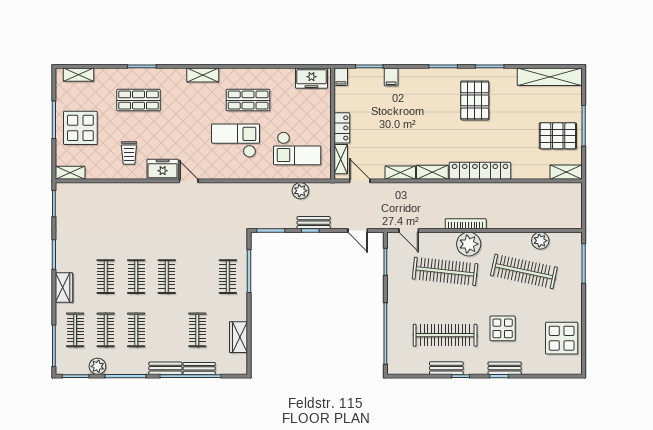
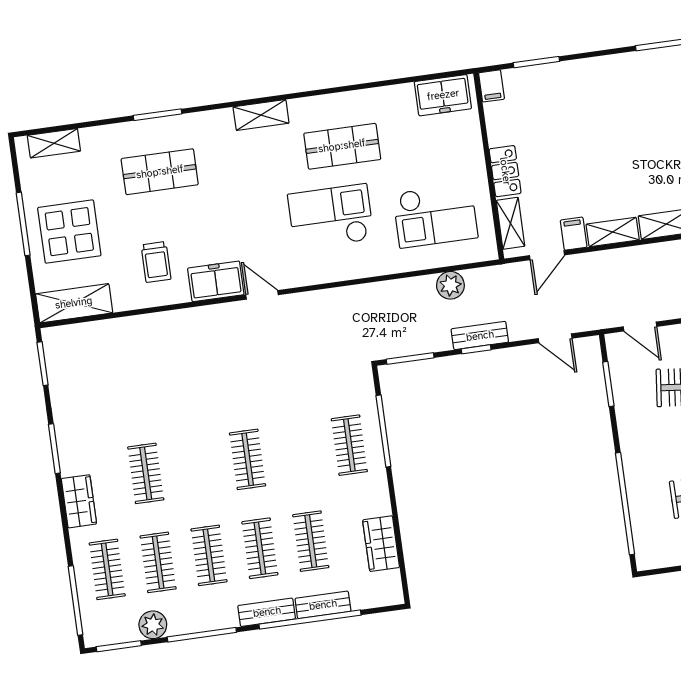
filing cabinet: (391, 77) -> (574, 234), moved, turned 180
shelving: (70, 173) -> (74, 303), width x1.50, depth x1.33
door: (360, 181) -> (547, 255), swing flipped
clothes rail: (136, 277) -> (260, 548), moved

